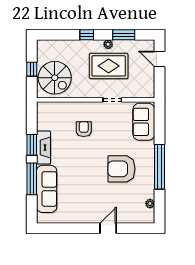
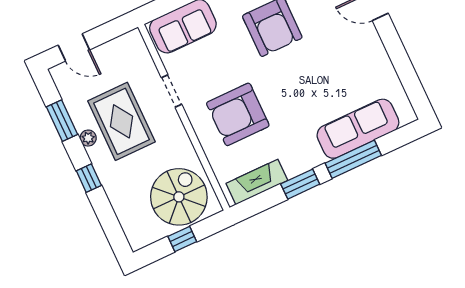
door: (159, 59) -> (74, 47), hinge flipped
armchair: (84, 129) -> (238, 114), width x1.88, depth x1.88
fireplace: (43, 148) -> (257, 182), moved

